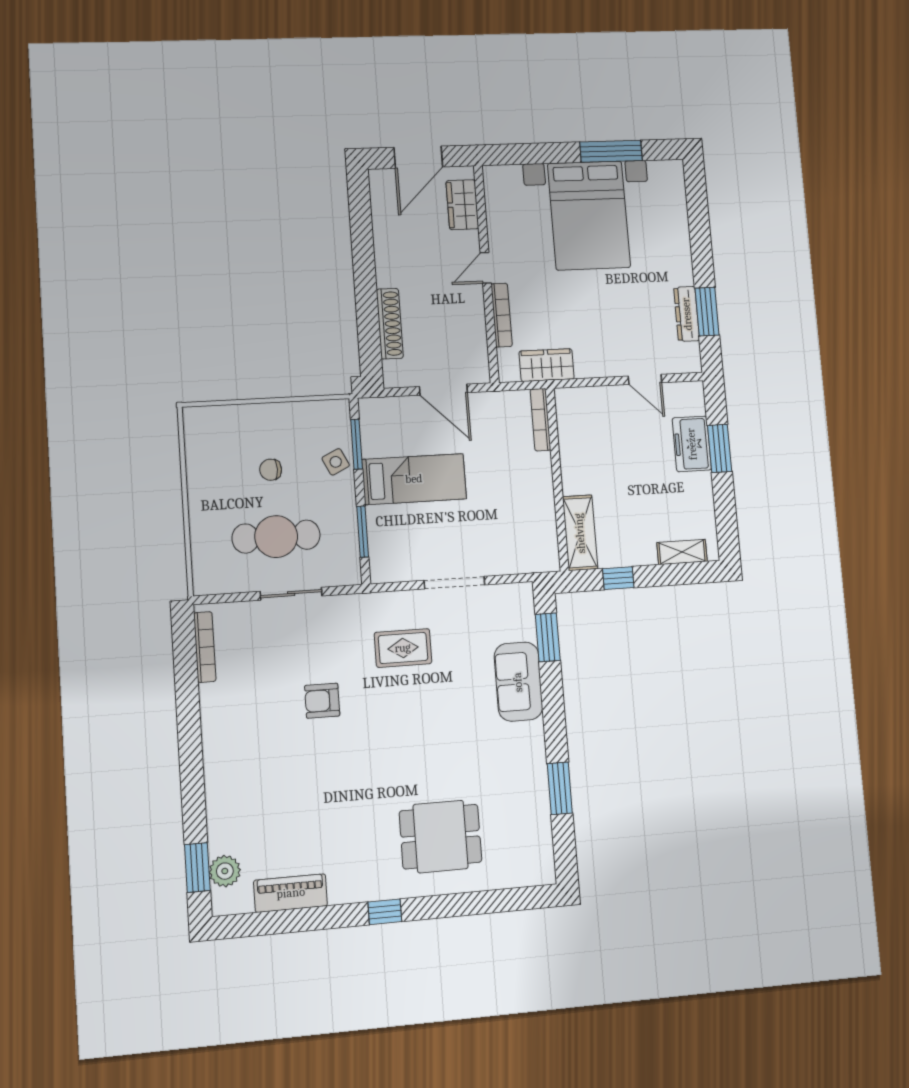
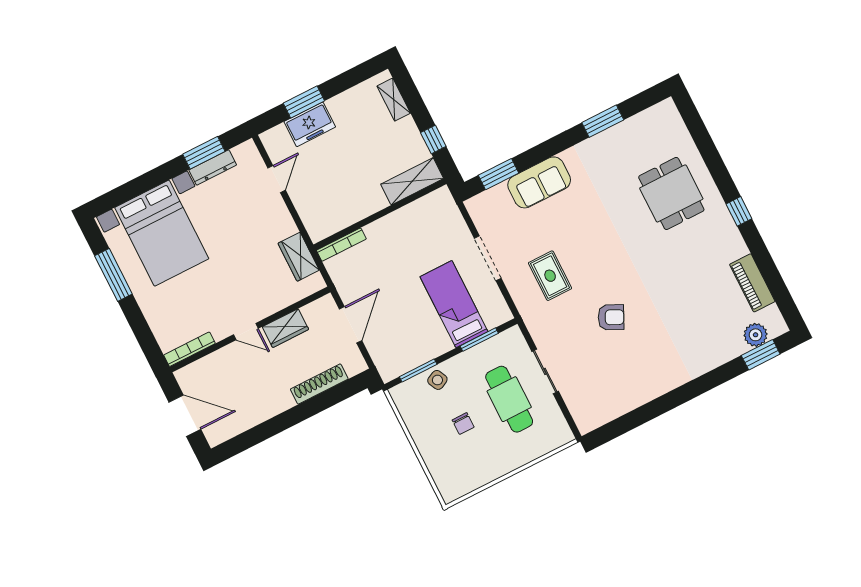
wardrobe: (462, 205) -> (285, 328), moved
bed with nightstands: (589, 215) -> (162, 233), moved, turned 90
bookcase: (502, 315) -> (189, 349), moved
bed: (414, 479) -> (454, 304), moved
bookcase: (205, 647) -> (608, 415), removed
armchair: (322, 701) -> (611, 317), turned -64

